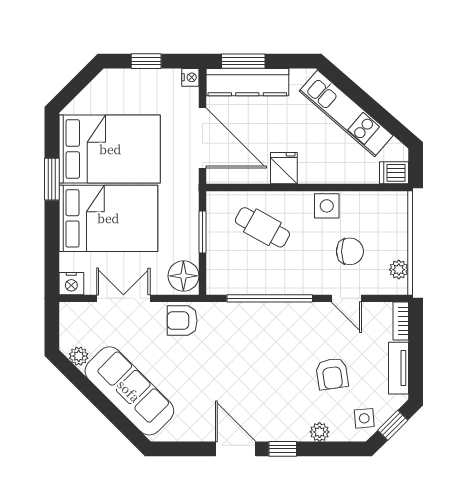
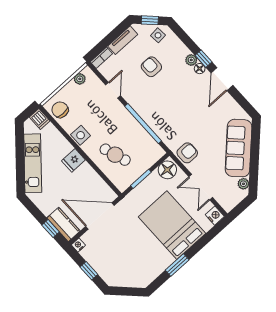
window: (243, 61) -> (51, 228), width x0.67
kitchen counter: (247, 82) -> (63, 224), width x0.67
door: (202, 138) -> (100, 216), hinge flipped
bed: (110, 149) -> (141, 252), removed
fridge: (284, 168) -> (73, 160), moved
cafe table: (262, 227) -> (115, 155), turned -48
chair: (350, 251) -> (60, 110), moved
armchair: (182, 320) -> (187, 153), turned -90
armchair: (332, 374) -> (151, 67), turned -82
plant: (320, 432) -> (191, 60), moved
floor lamp: (274, 433) -> (200, 69), added

